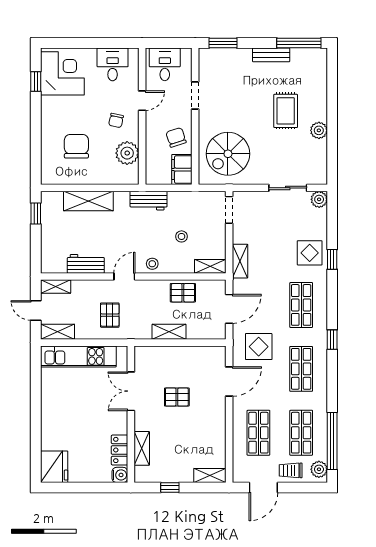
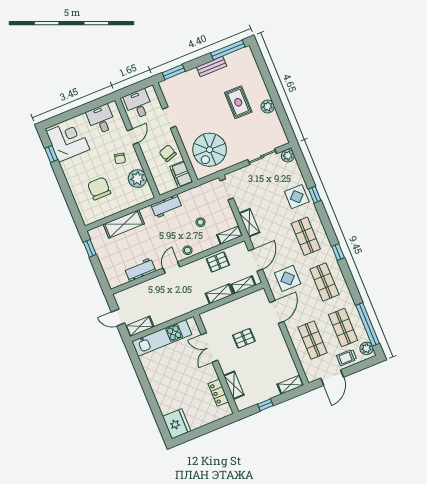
shelving: (56, 286) -> (243, 285), moved
pallet: (110, 315) -> (172, 299), removed
water cooler: (120, 475) -> (226, 410), removed

